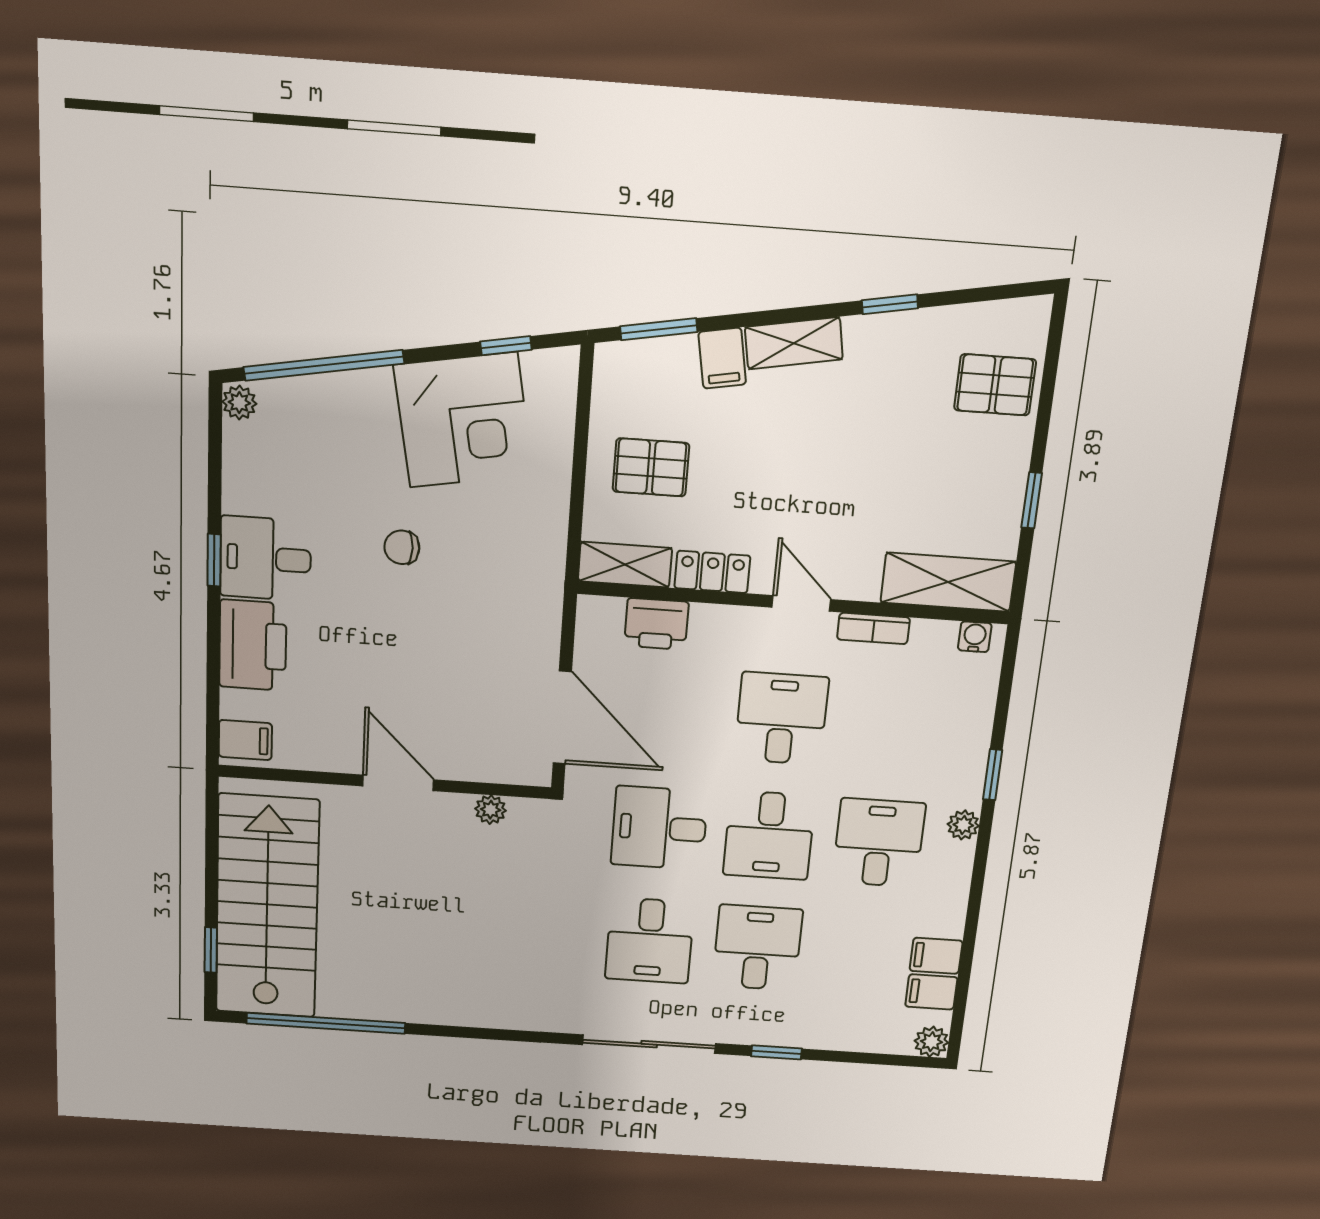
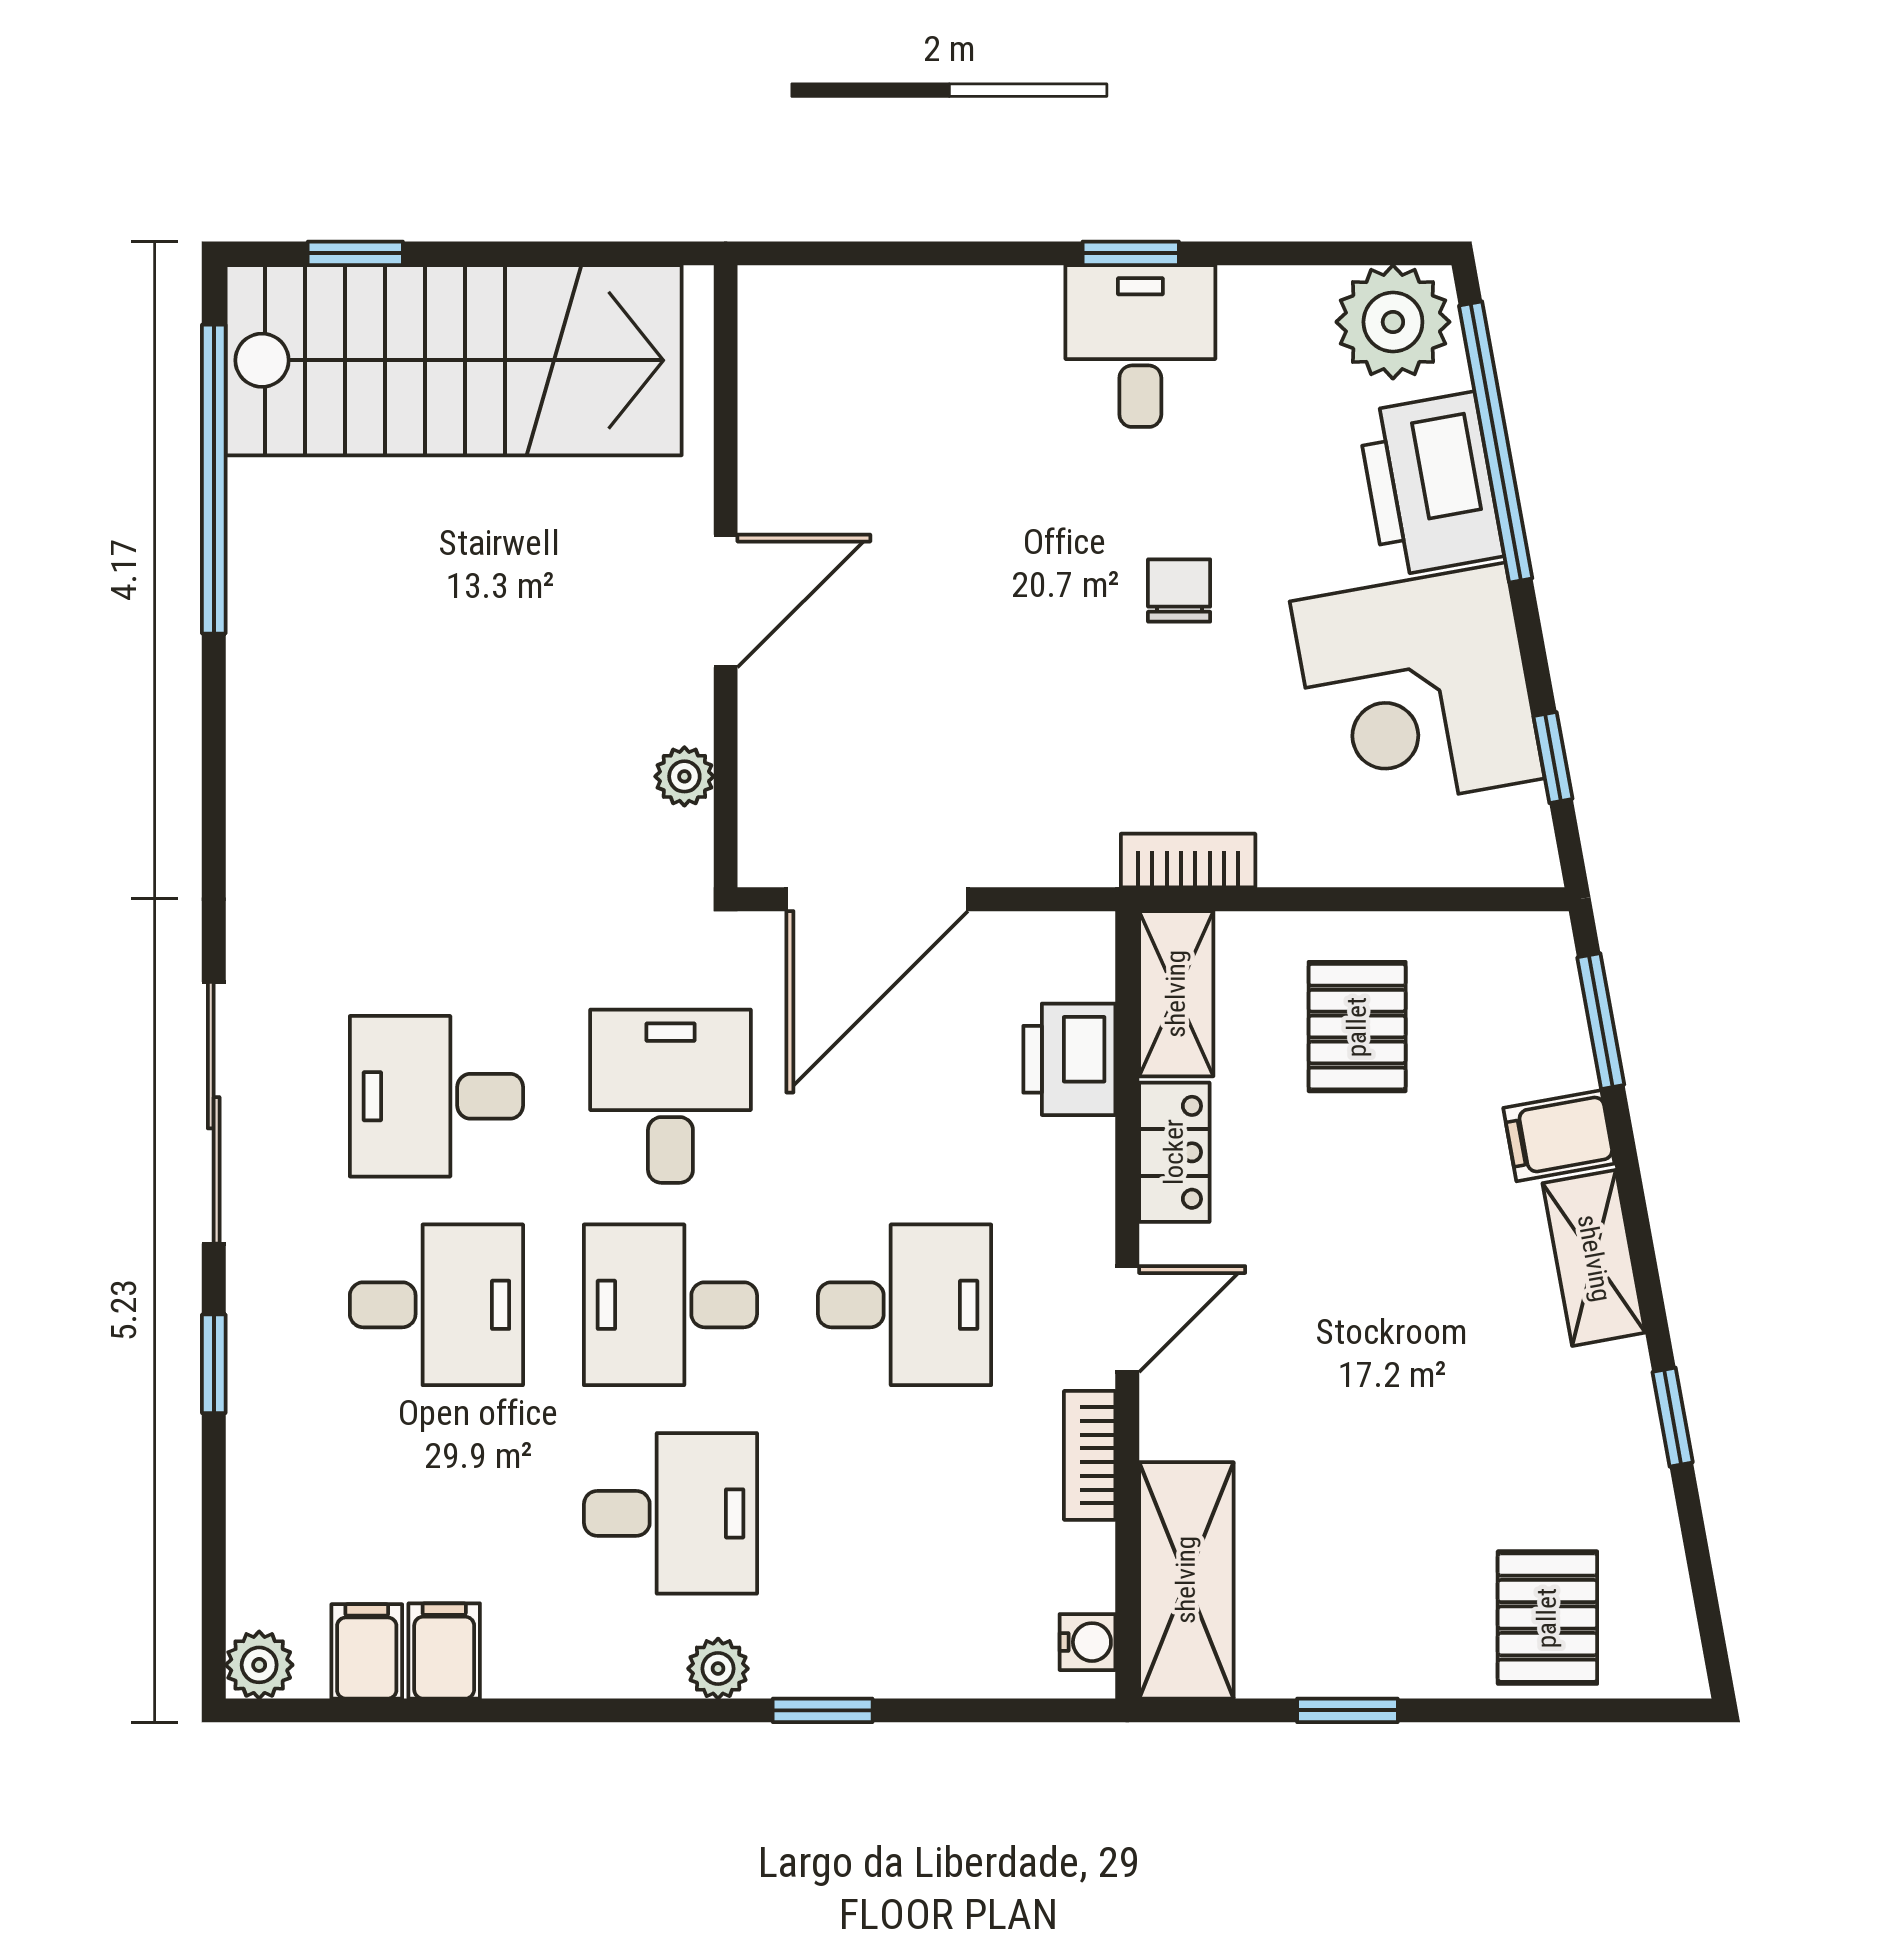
plant: (239, 403) -> (1393, 322), width x1.87, depth x1.87
bookcase: (552, 553) -> (1188, 861), added
printer: (253, 645) -> (1430, 484), moved, turned 80
filing cabinet: (245, 740) -> (790, 314), removed

